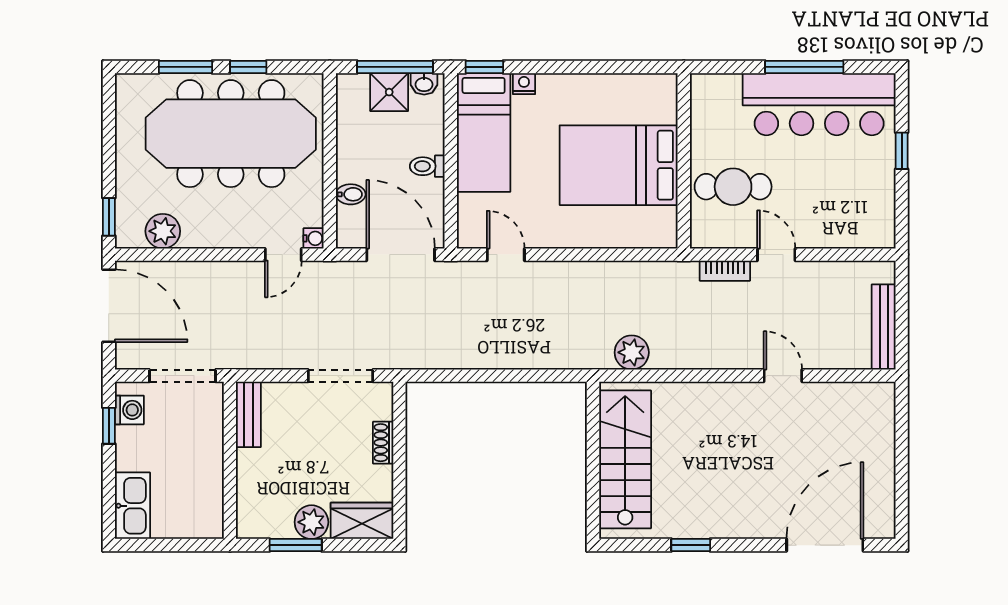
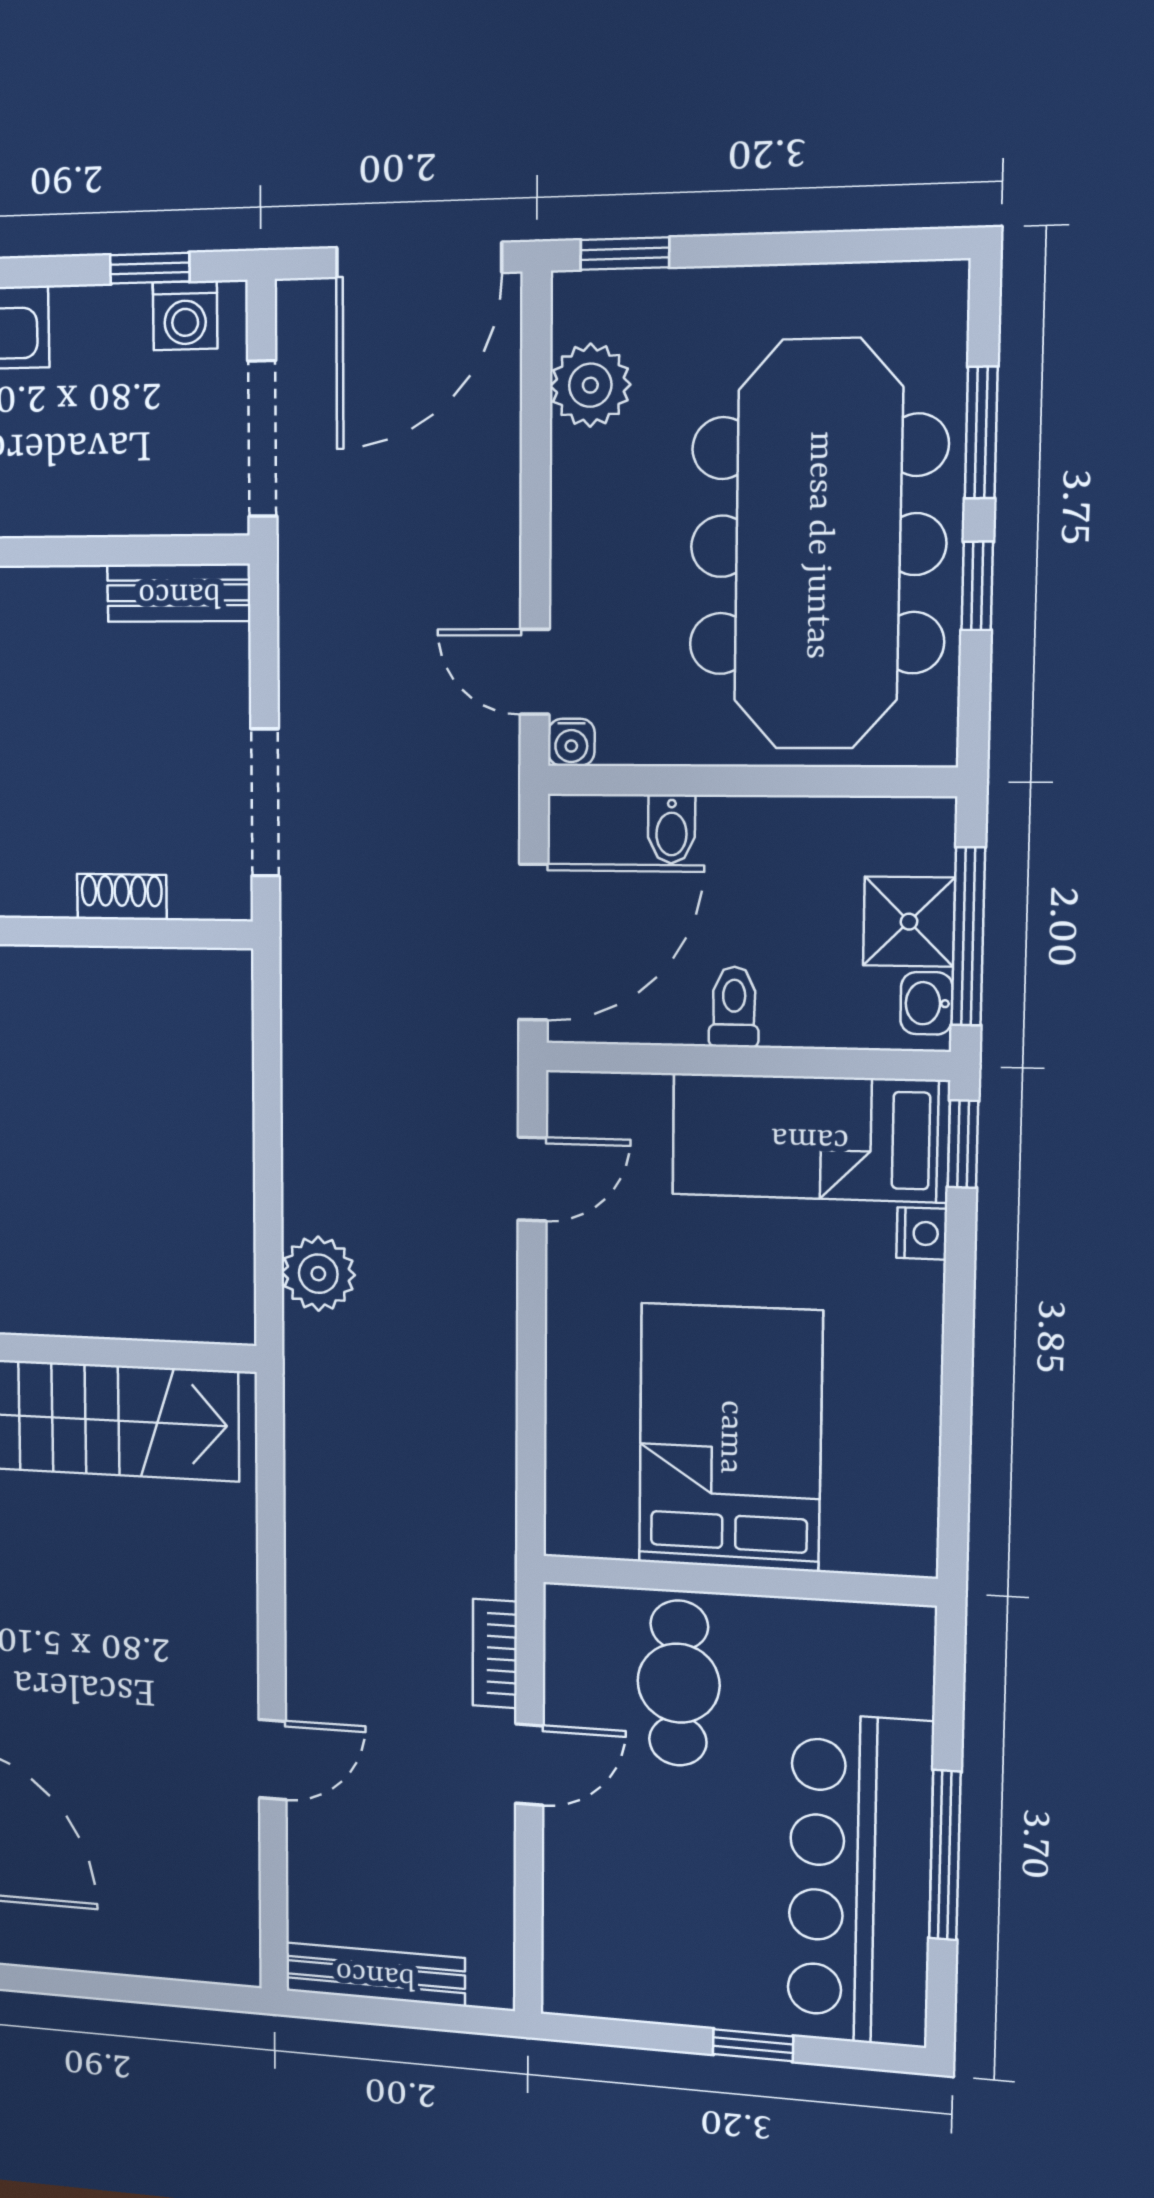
plant: (632, 352) -> (318, 1274), moved

